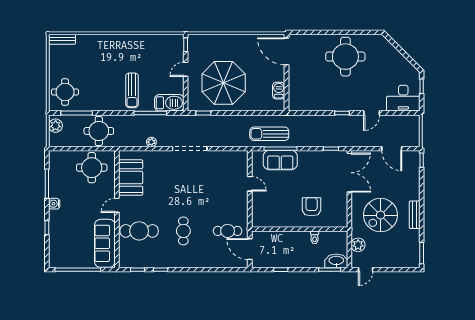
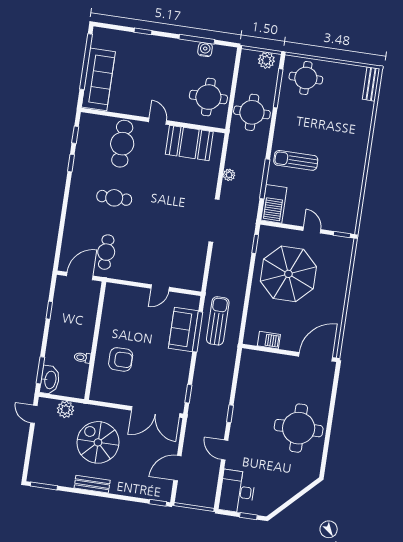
water cooler: (54, 204) -> (205, 50), moved
sofa: (105, 243) -> (98, 79), moved, turned 90

